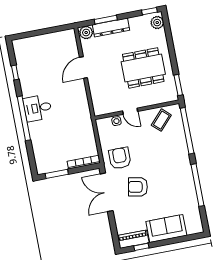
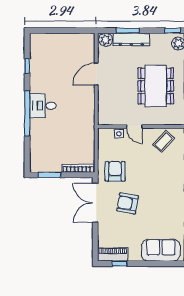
dining table: (143, 68) -> (156, 86), turned 90
sofa: (166, 228) -> (161, 250), moved

